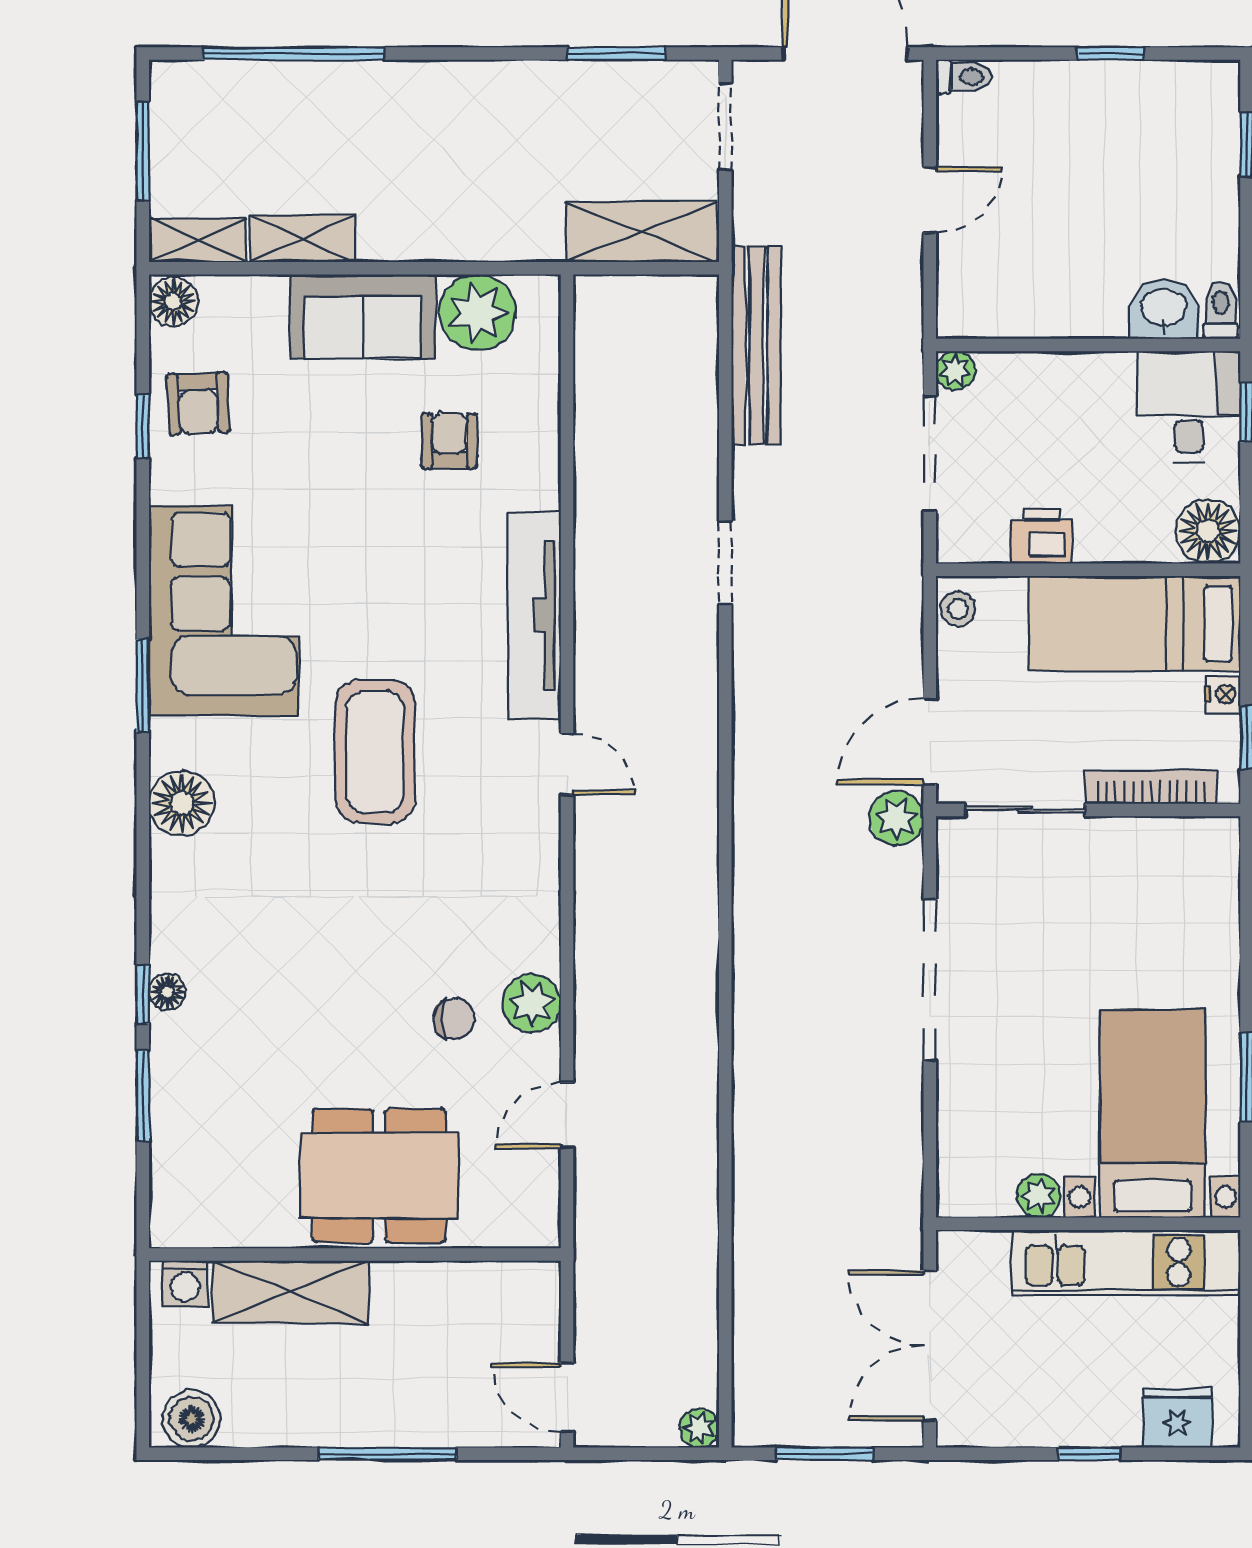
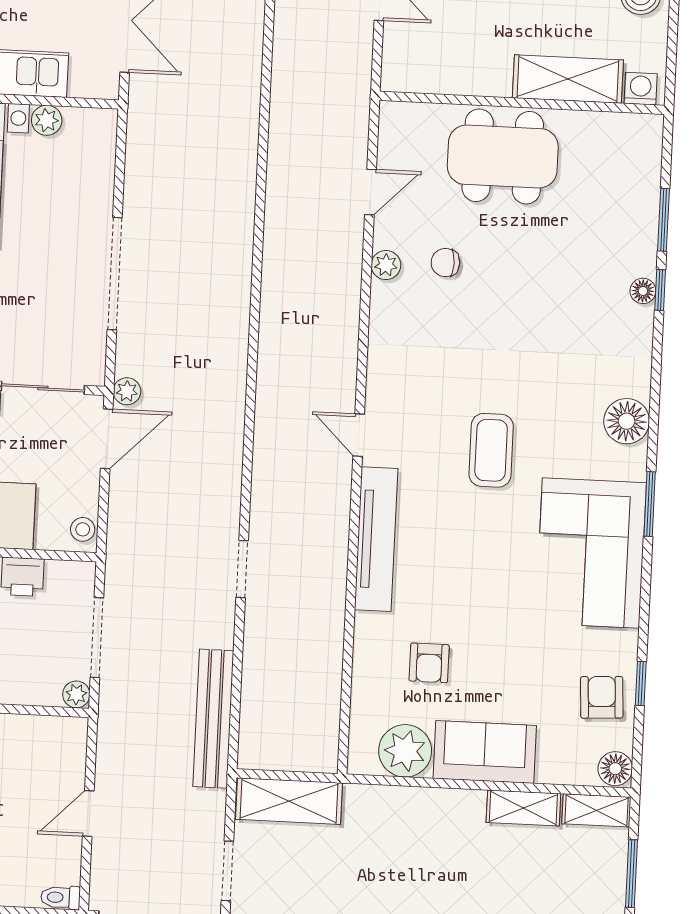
coffee table: (375, 752) -> (491, 450), width x0.73, depth x0.76
plant: (896, 818) -> (127, 391), width x0.73, depth x0.73
plant: (532, 1003) -> (386, 265), width x0.73, depth x0.73

